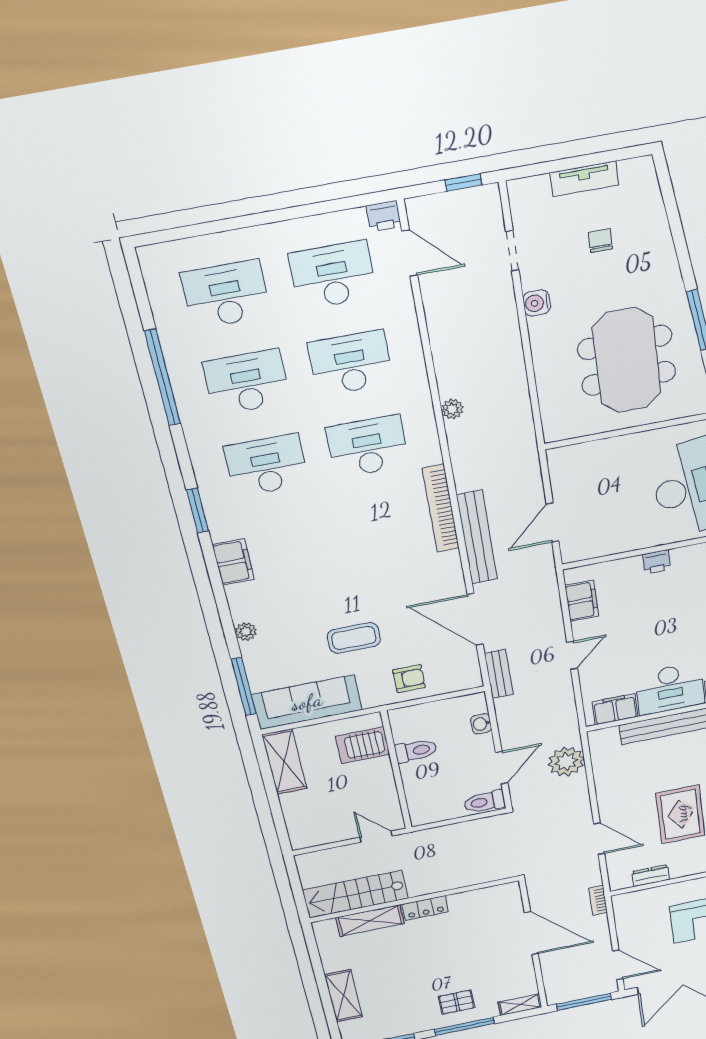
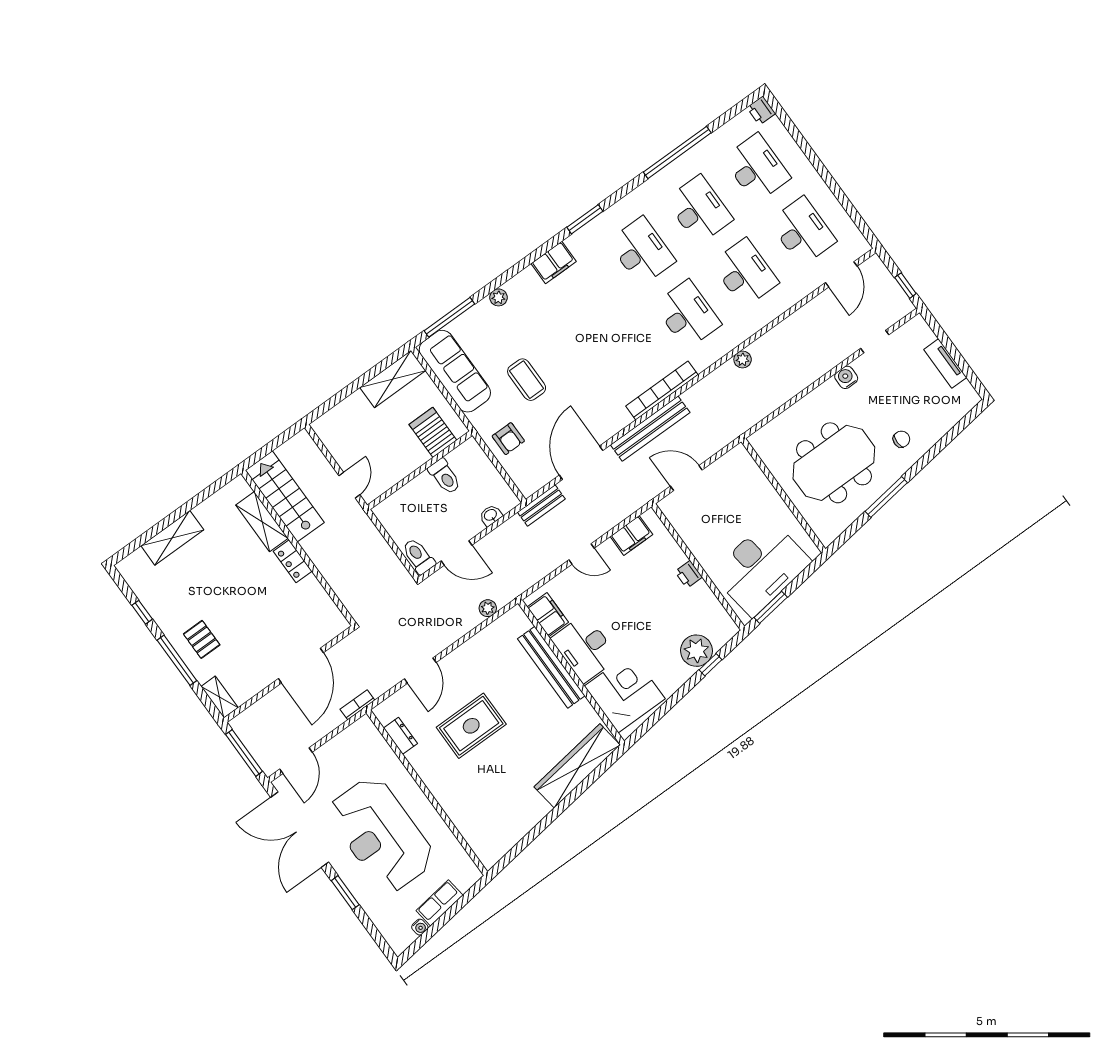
printer: (384, 216) -> (761, 110), moved
chair: (600, 241) -> (901, 439), moved
plant: (566, 762) -> (488, 608), width x0.53, depth x0.53

